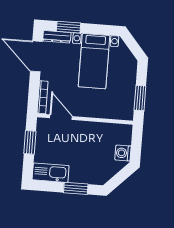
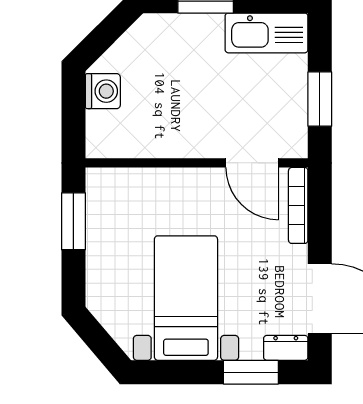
dresser: (57, 37) -> (286, 348), width x0.70

